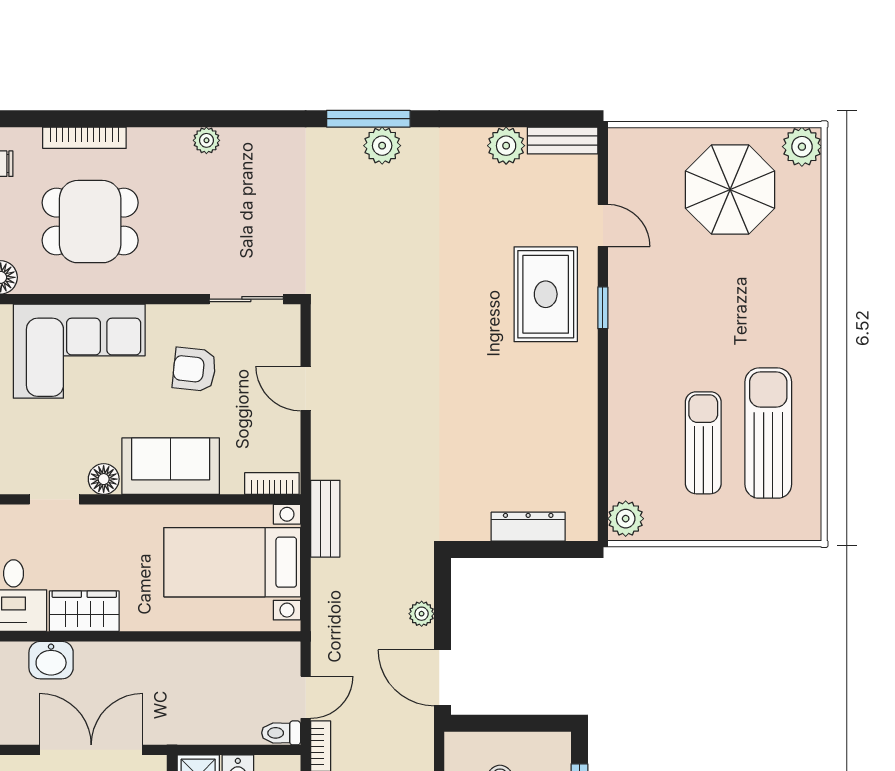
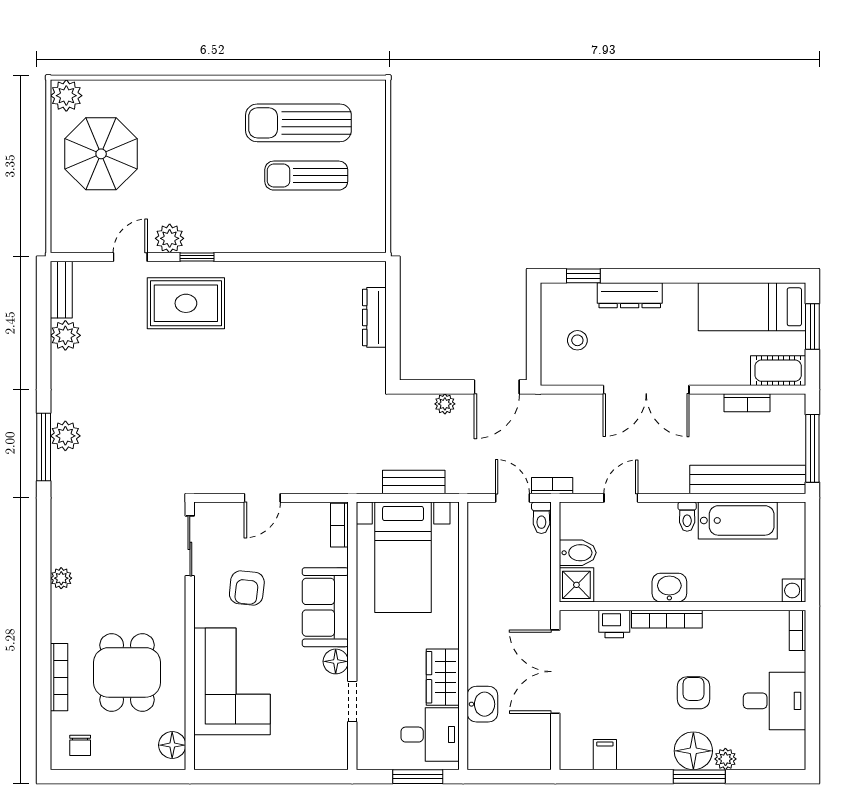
bench: (325, 519) -> (414, 482), moved
plant: (626, 519) -> (170, 238), moved

